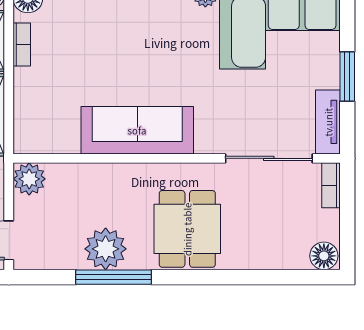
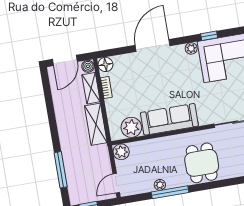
plant: (58, 133) -> (131, 127), added
plant: (106, 249) -> (160, 185), width x0.53, depth x0.53

